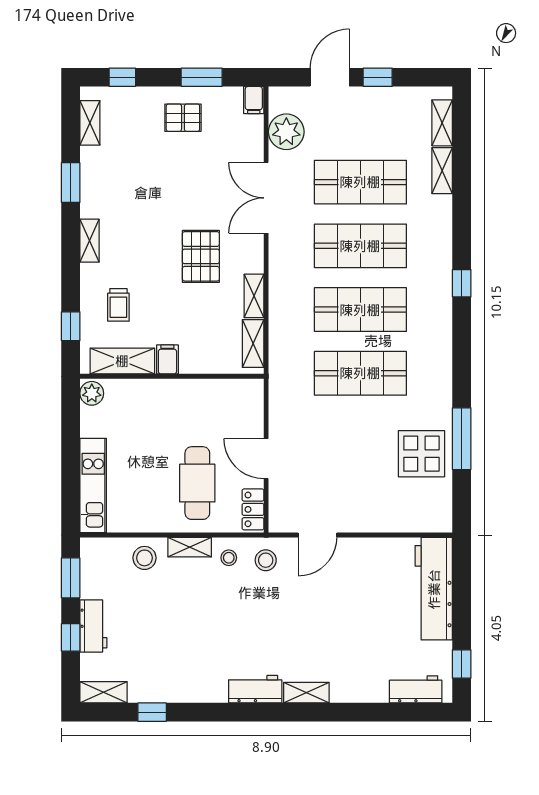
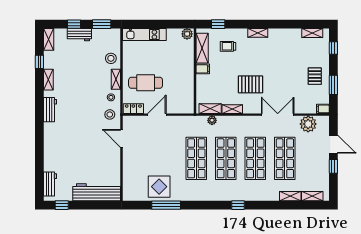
window: (71, 183) -> (285, 24), removed
plant: (278, 339) -> (212, 120), added
shelving: (306, 693) -> (48, 80), moved

